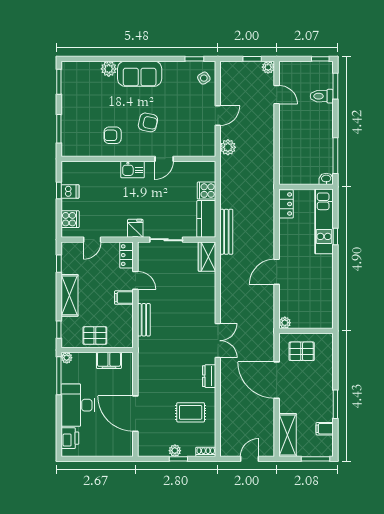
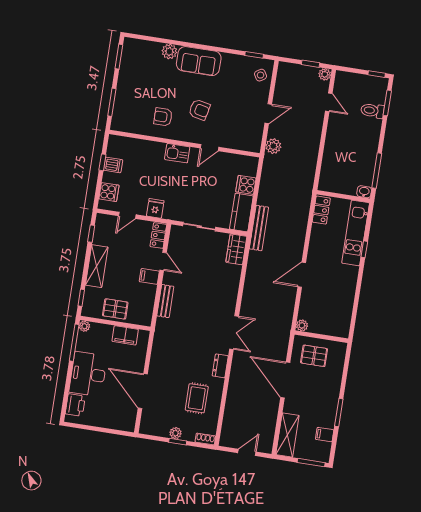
fridge: (135, 228) -> (155, 208), moved
rug: (191, 412) -> (197, 398), turned 90

